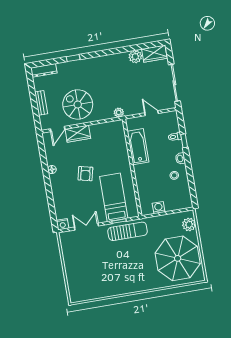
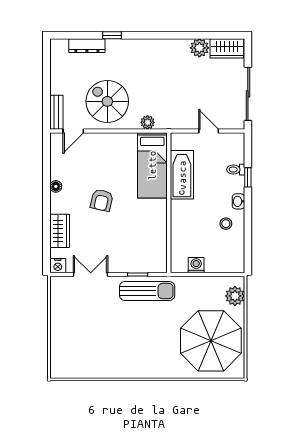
dresser: (44, 70) -> (87, 46), moved
bench: (41, 103) -> (56, 112), moved
plant: (119, 113) -> (148, 122), moved
wardrobe: (78, 134) -> (60, 231), moved, turned -90
bed: (114, 197) -> (152, 165), moved, turned 180

